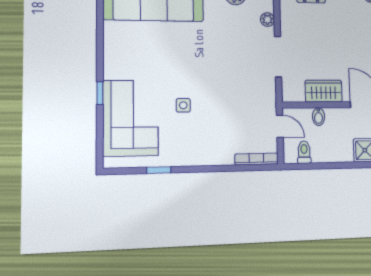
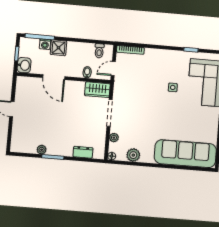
wardrobe: (324, 91) -> (97, 90), moved
door: (280, 126) -> (113, 69), hinge flipped

